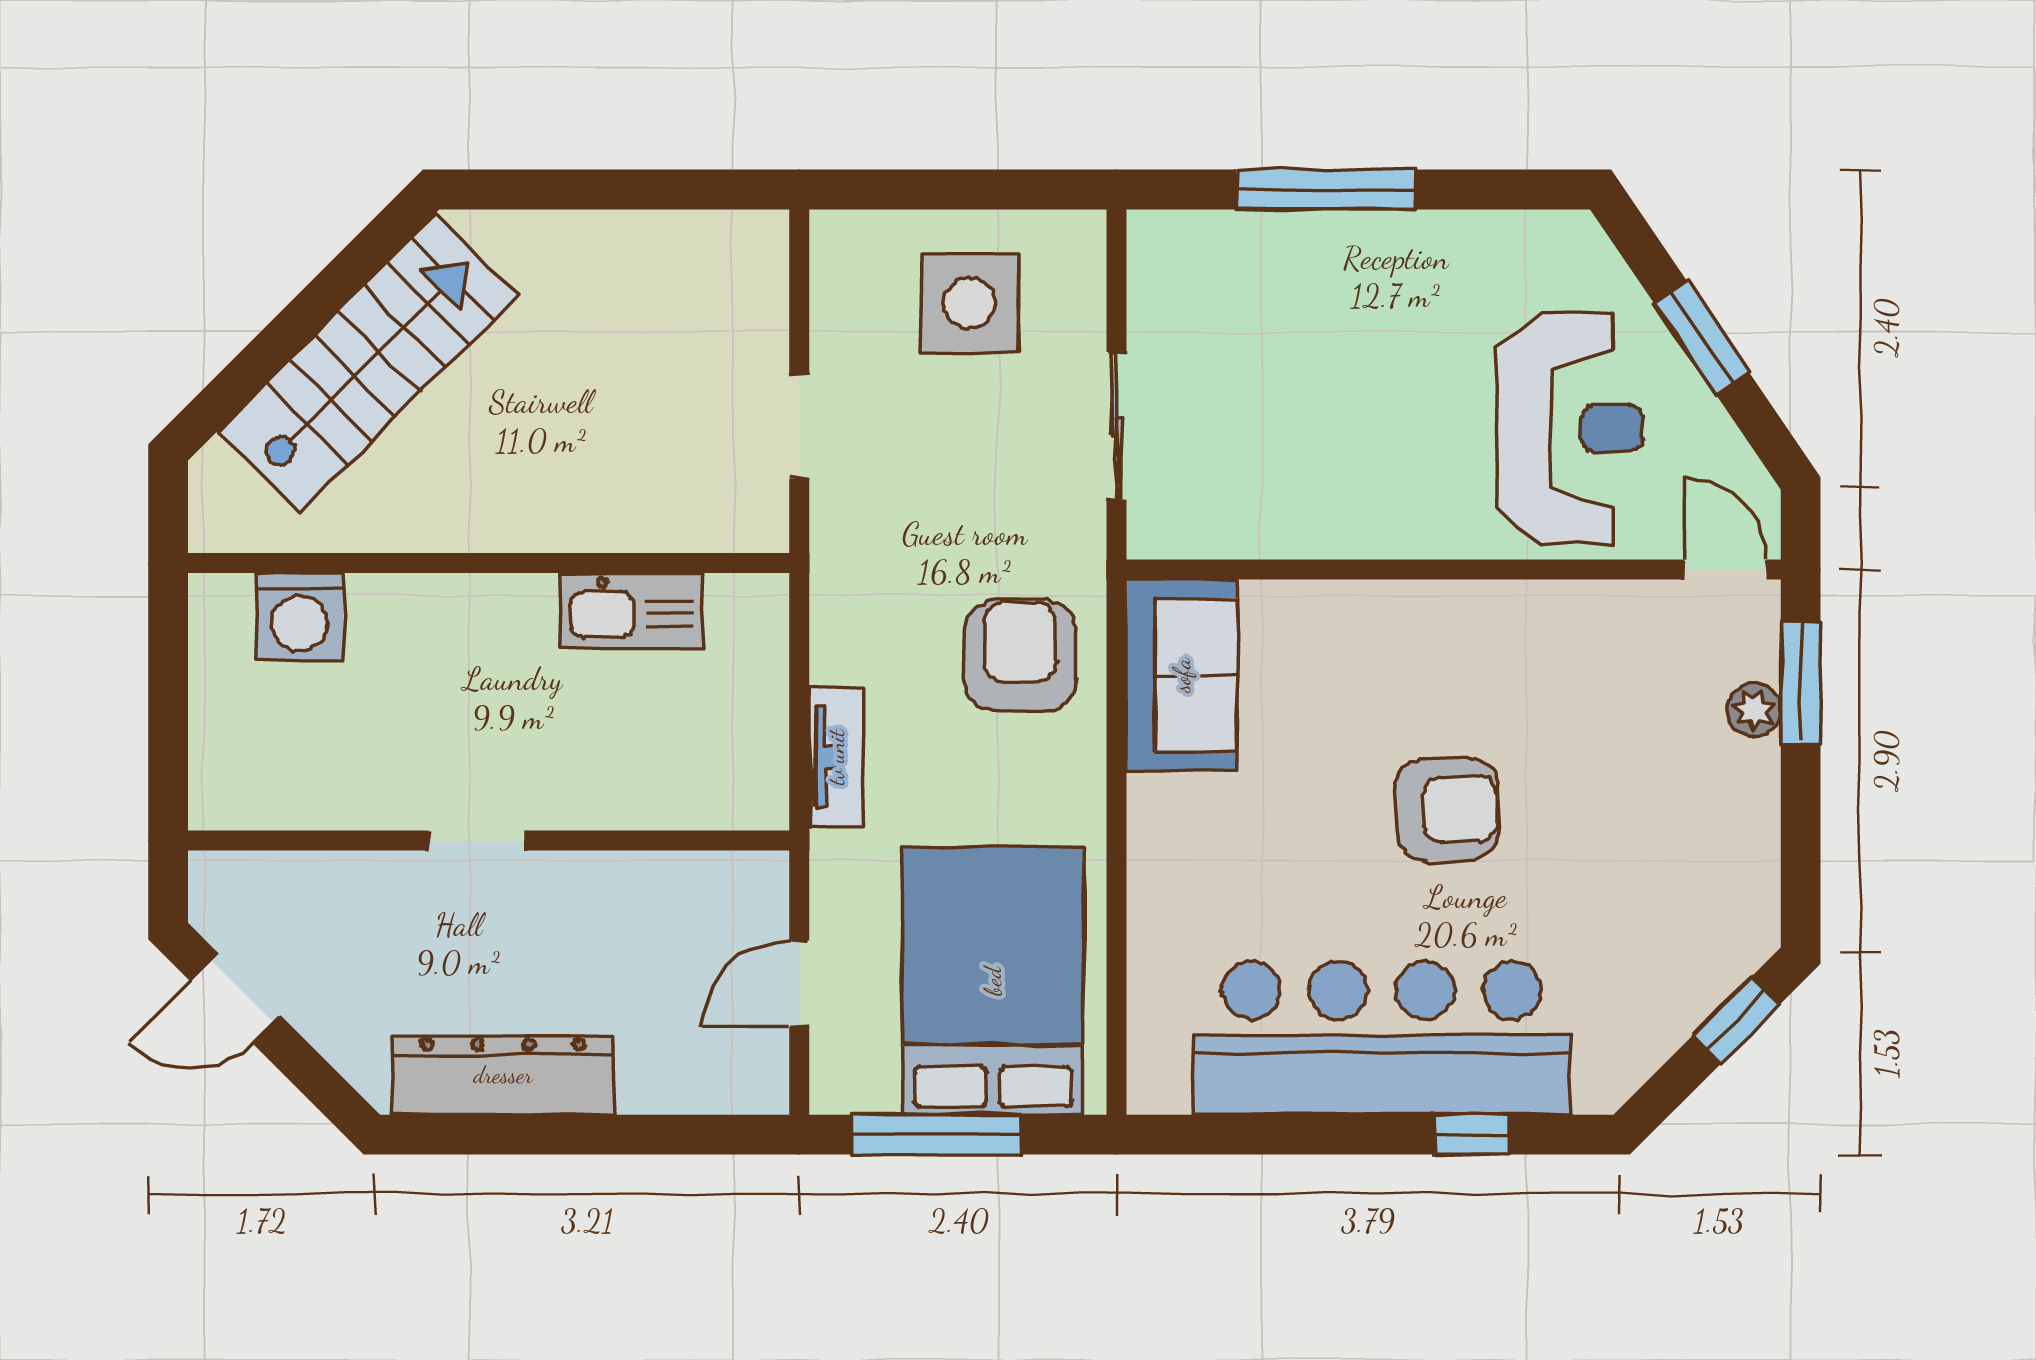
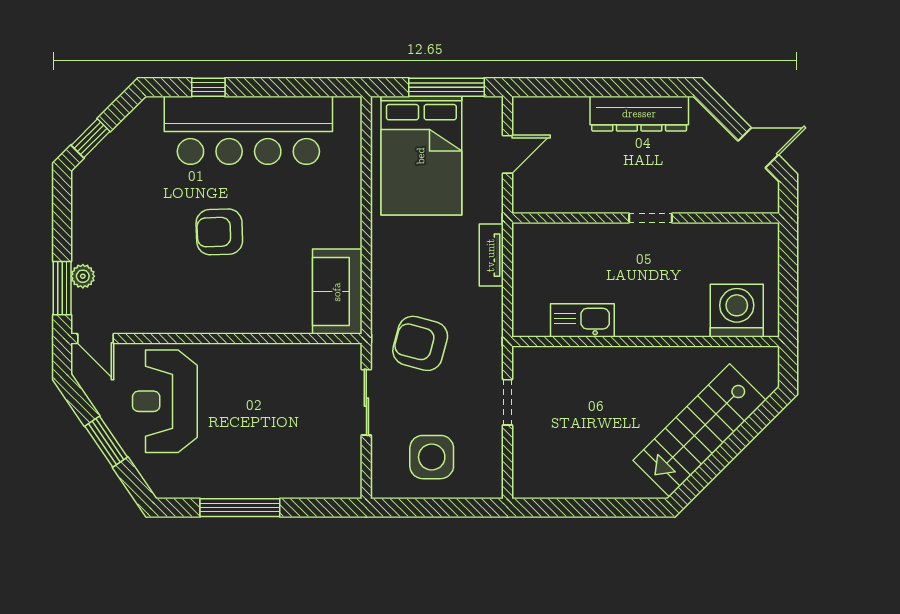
window: (1326, 190) -> (240, 508), moved
washing machine: (300, 616) -> (737, 311), width x1.37, depth x1.37
armchair: (1020, 656) -> (420, 343), moved, turned 105

